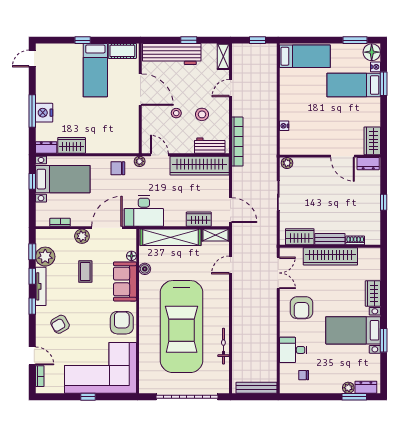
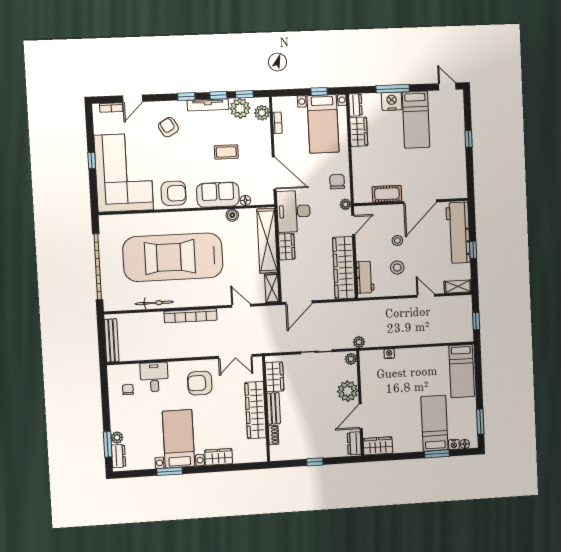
cot: (122, 51) -> (387, 194), moved, turned 90
floor lamp: (372, 52) -> (465, 444), width x0.53, depth x0.53
bed: (95, 70) -> (416, 120), moved, turned -90
bookcase: (237, 142) -> (190, 316), moved
plant: (271, 154) -> (359, 342), added
plant: (318, 167) -> (348, 391), added
wardrobe: (199, 219) -> (287, 247), moved
plant: (82, 236) -> (262, 113), moved

